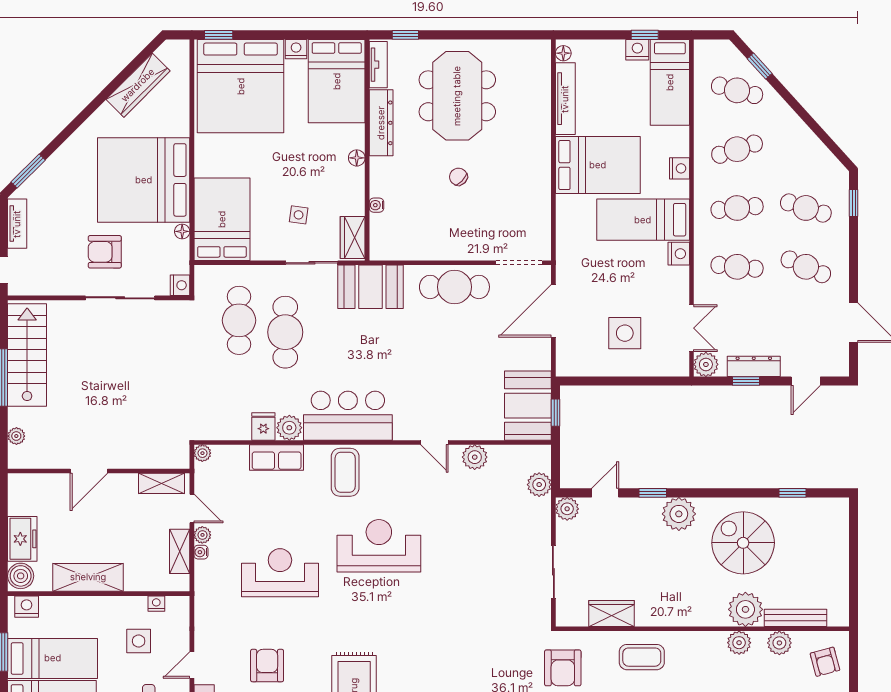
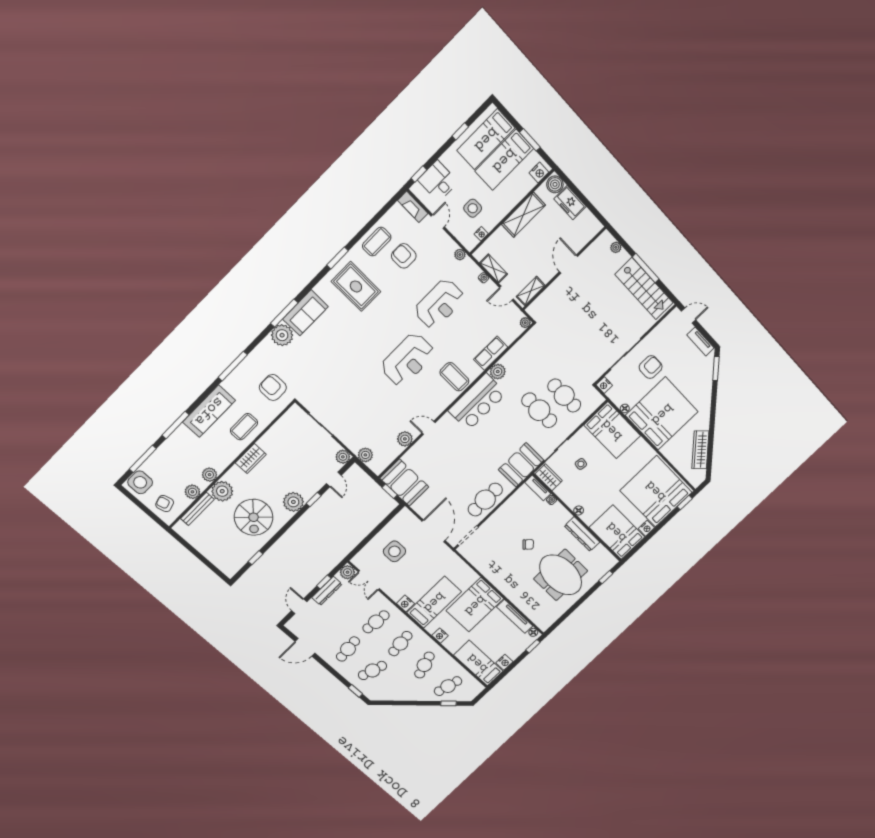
window: (645, 35) -> (533, 646), moved
tv unit: (378, 65) -> (538, 488), moved
cafe table: (806, 267) -> (348, 649), turned -30
fridge: (263, 426) -> (510, 361), removed
plant: (202, 535) -> (460, 255), moved
spiral stairs: (743, 543) -> (254, 517), turned 90
wardrobe: (612, 613) -> (251, 459), moved
armchair: (267, 666) -> (404, 256), turned 180

